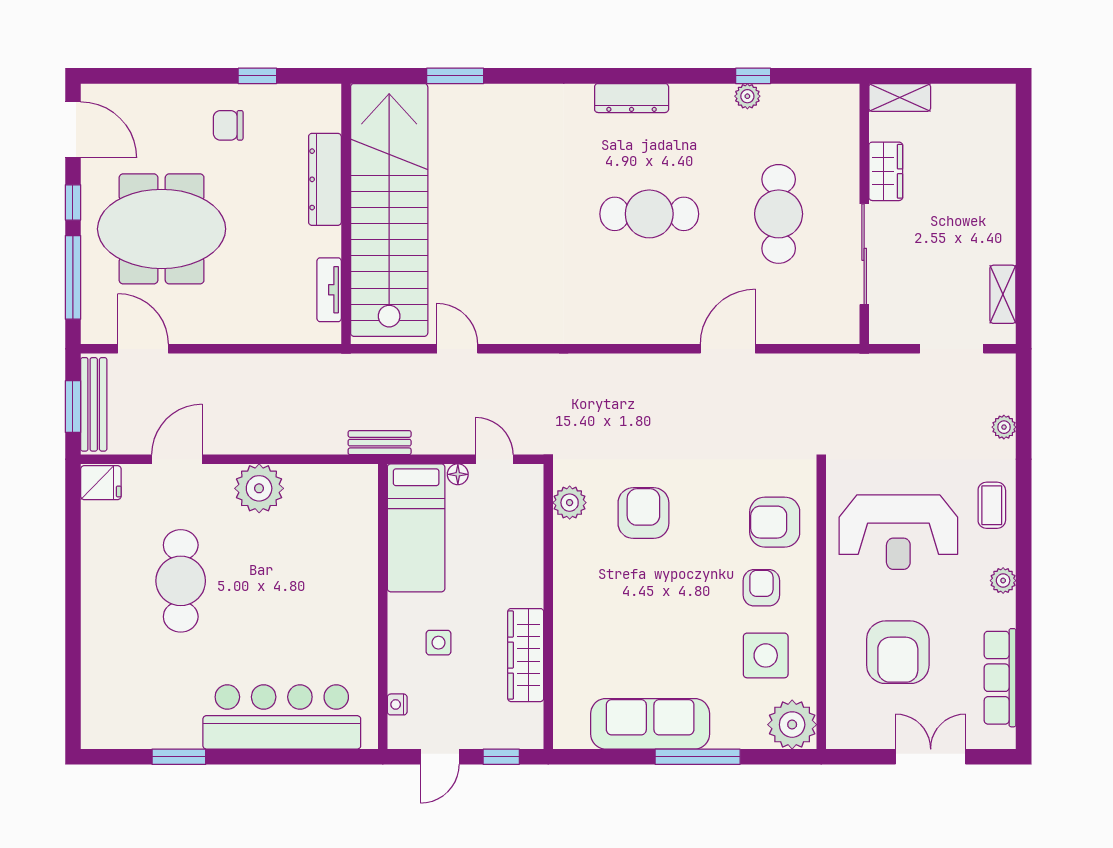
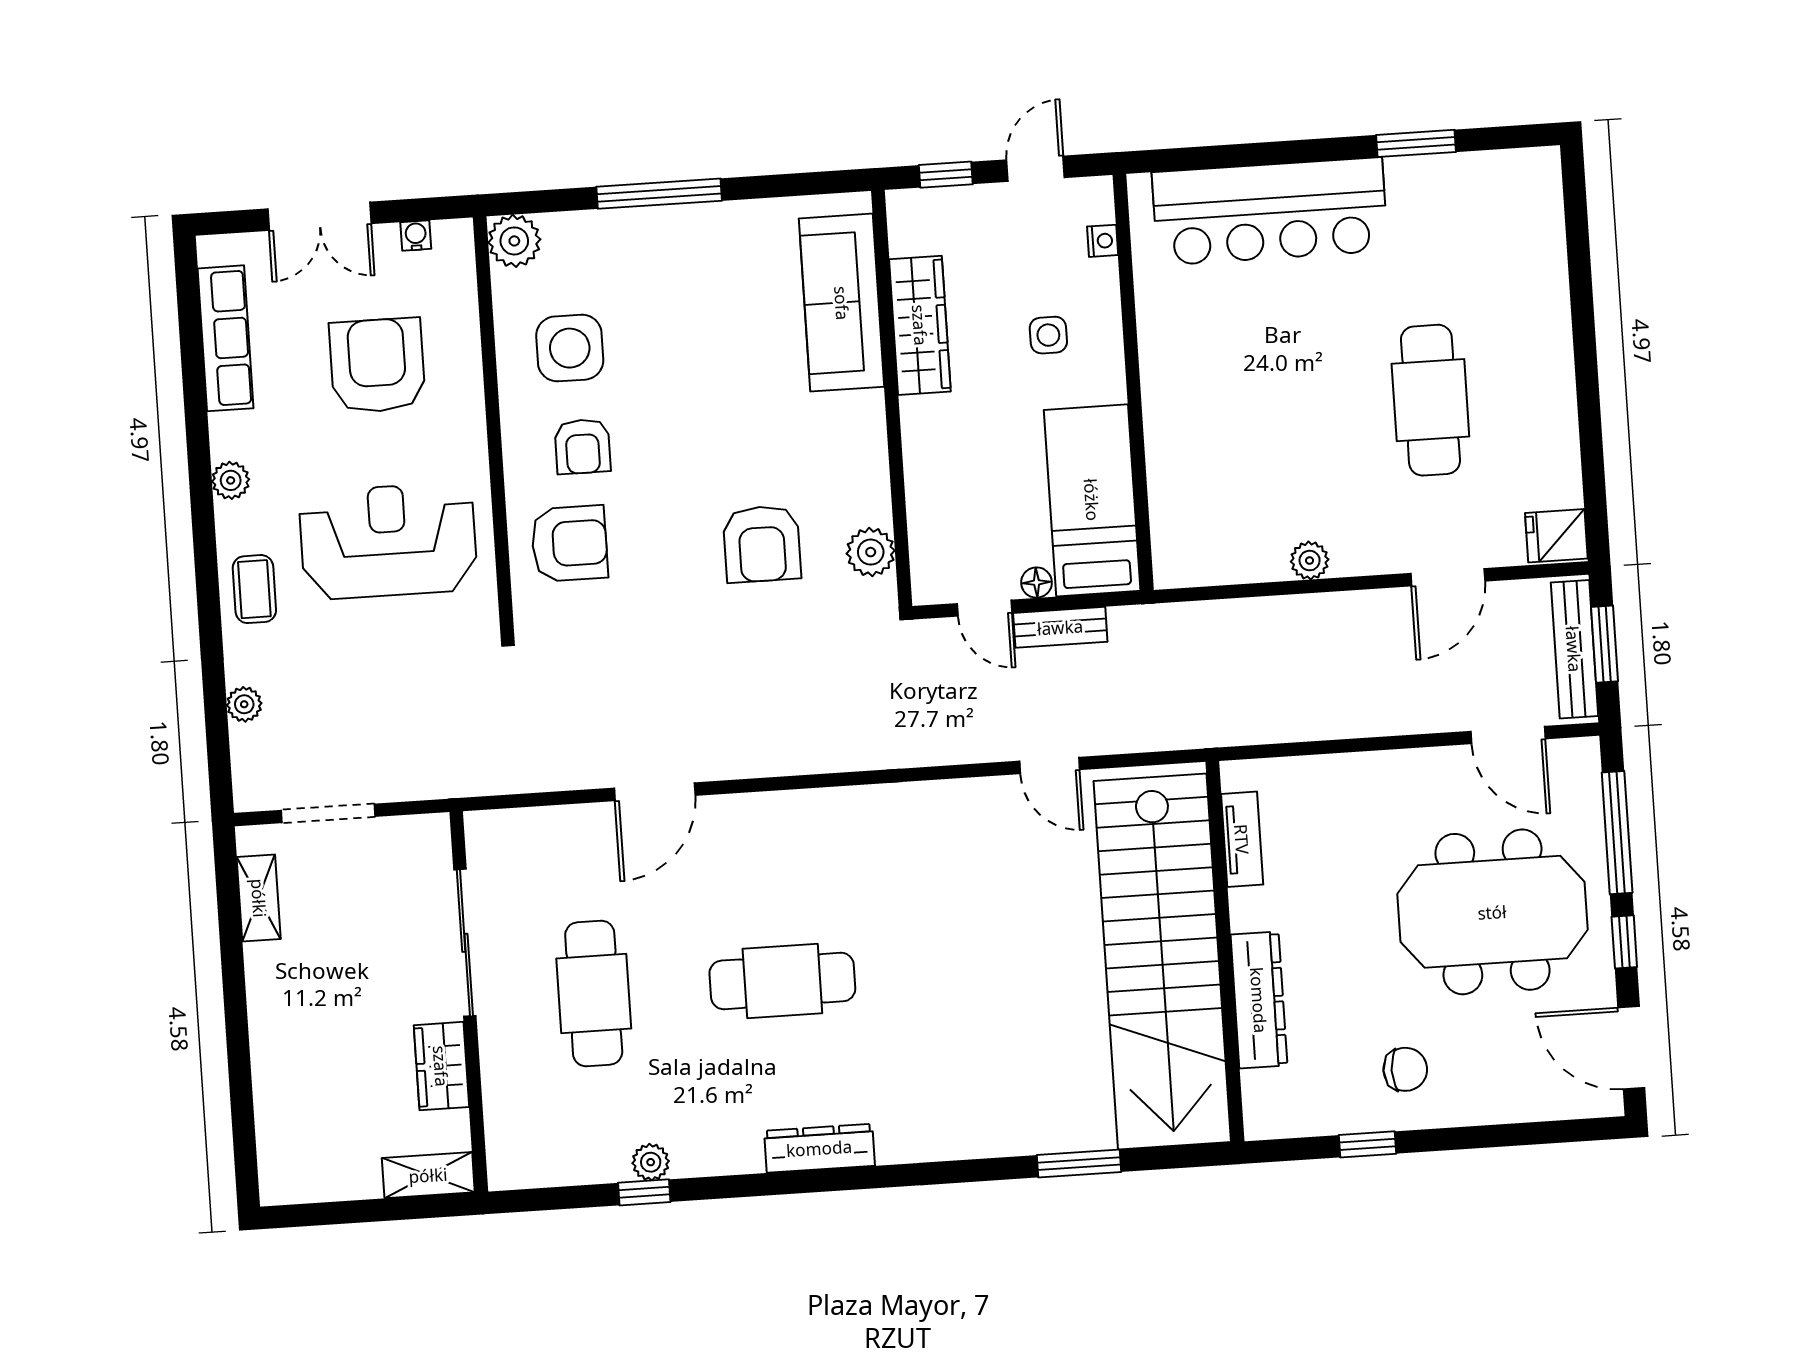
bench: (380, 443) -> (1060, 627), moved
plant: (259, 488) -> (1310, 561), width x0.53, depth x0.53
sofa: (650, 724) -> (842, 303), moved, turned 90
plant: (792, 725) -> (514, 241), width x0.73, depth x0.73
water cooler: (866, 739) -> (416, 236), added

